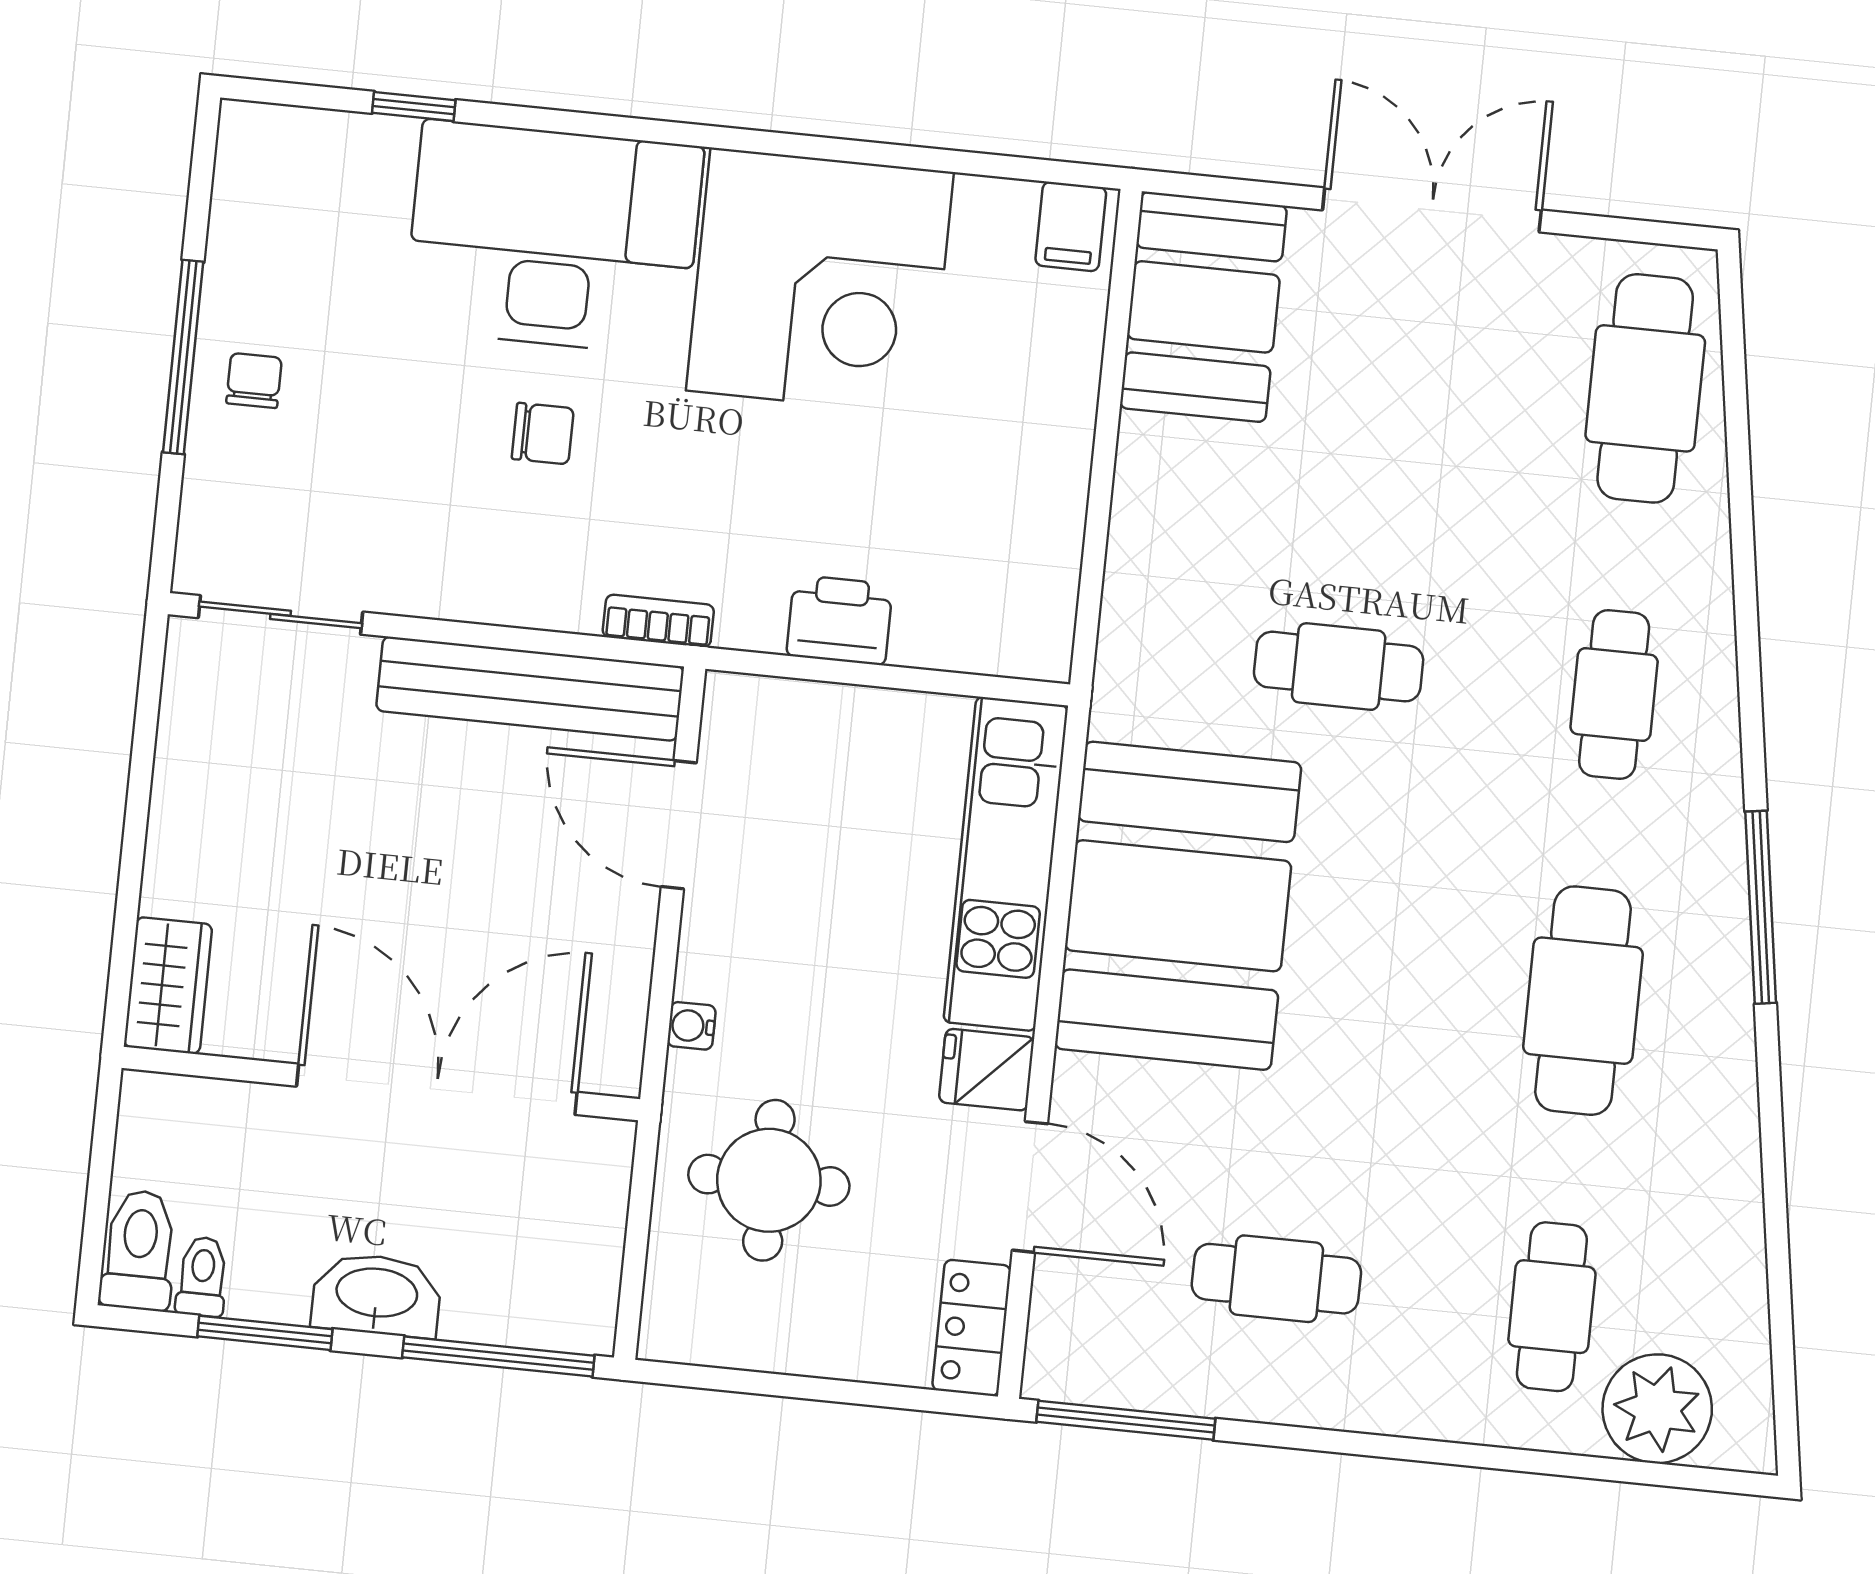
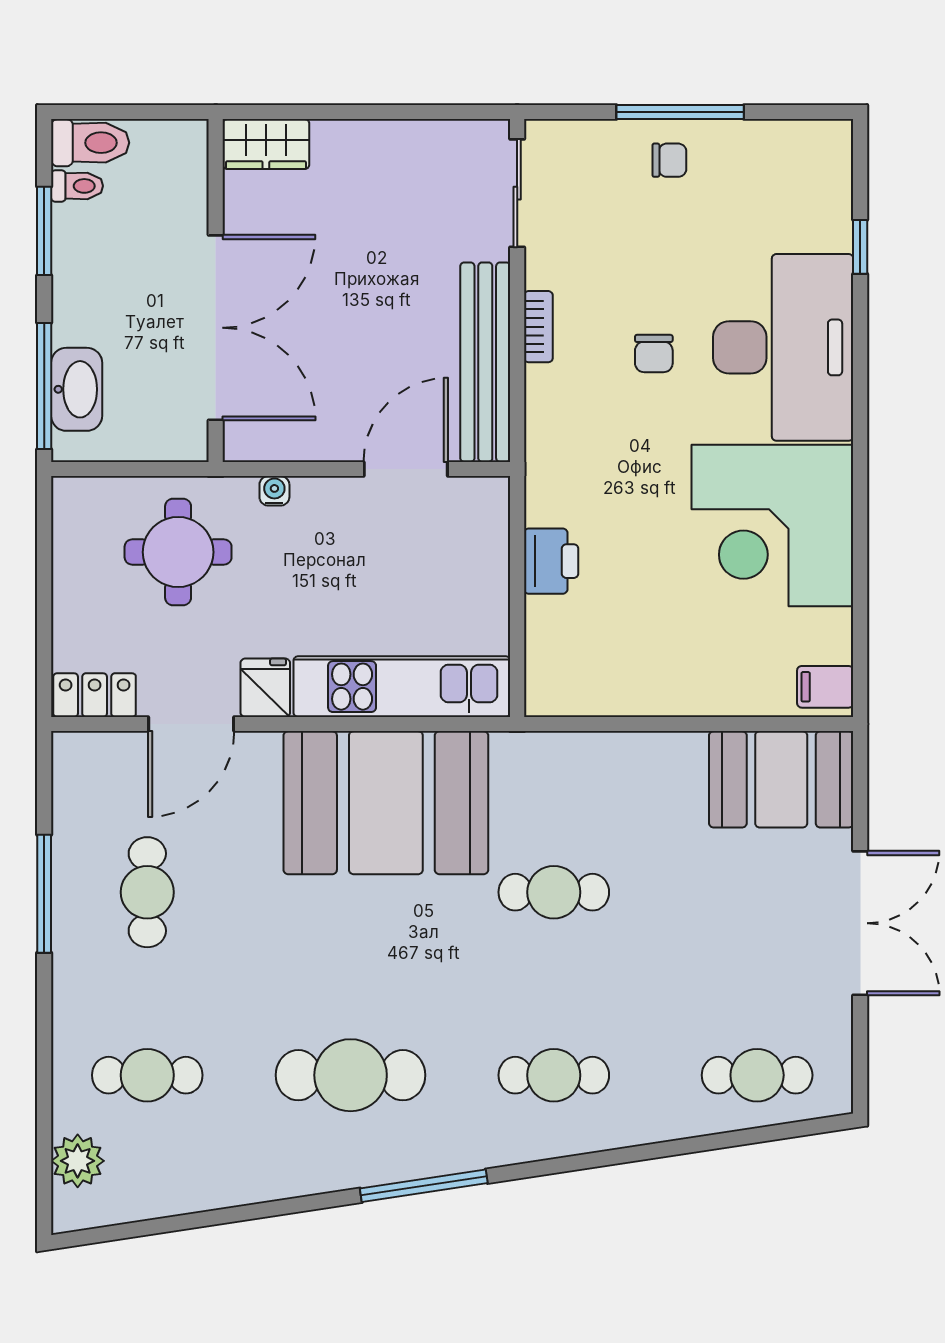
cafe table: (1645, 388) -> (757, 1075), width x0.73, depth x0.74
bookcase: (658, 621) -> (538, 327), moved
cafe table: (1339, 667) -> (554, 892), turned 90
washbasin: (377, 1295) -> (77, 389), moved
plant: (1657, 1409) -> (78, 1161), width x0.73, depth x0.73
window: (1126, 1420) -> (44, 894), moved

